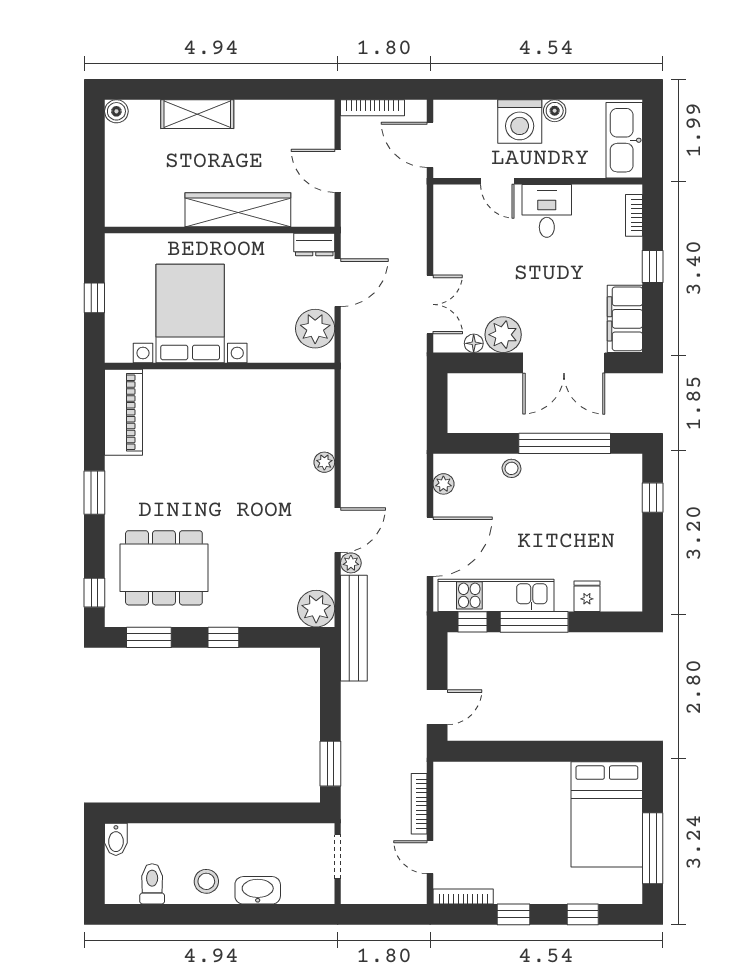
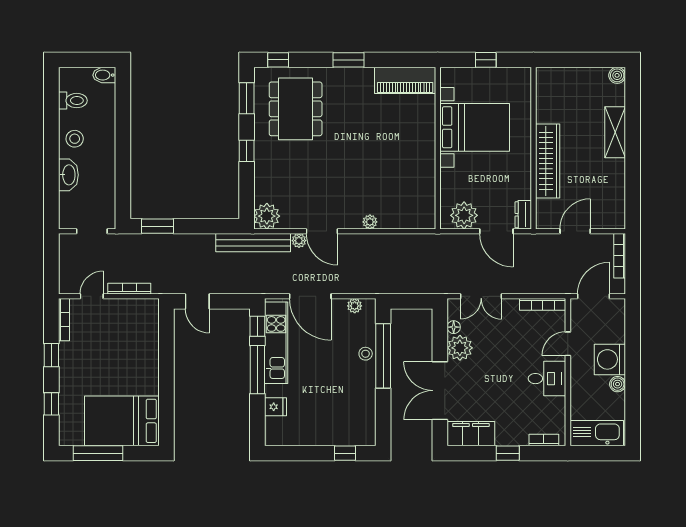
bookcase: (441, 217) -> (543, 304), added
window: (565, 443) -> (383, 356), moved

